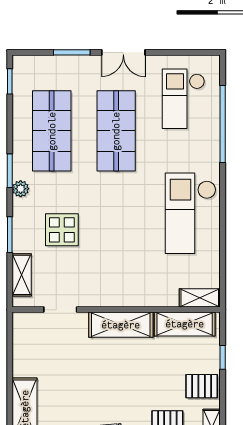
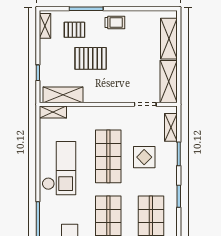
plant: (21, 189) -> (172, 184), removed
shop shelf: (116, 231) -> (108, 156), added
shelving: (121, 325) -> (169, 81), moved, turned 90
pallet: (202, 386) -> (91, 58), moved, width x1.50, depth x1.42

